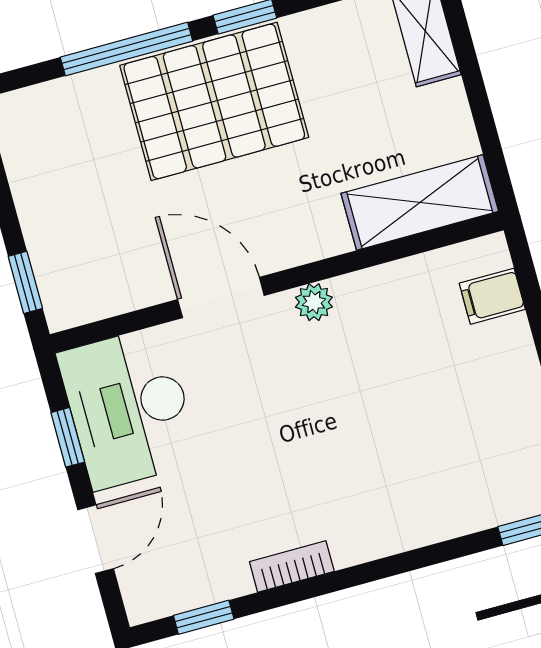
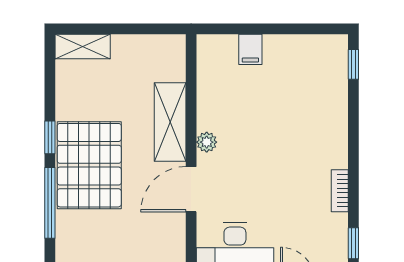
shelving: (420, 202) -> (170, 122), moved
filing cabinet: (492, 296) -> (250, 49), moved

